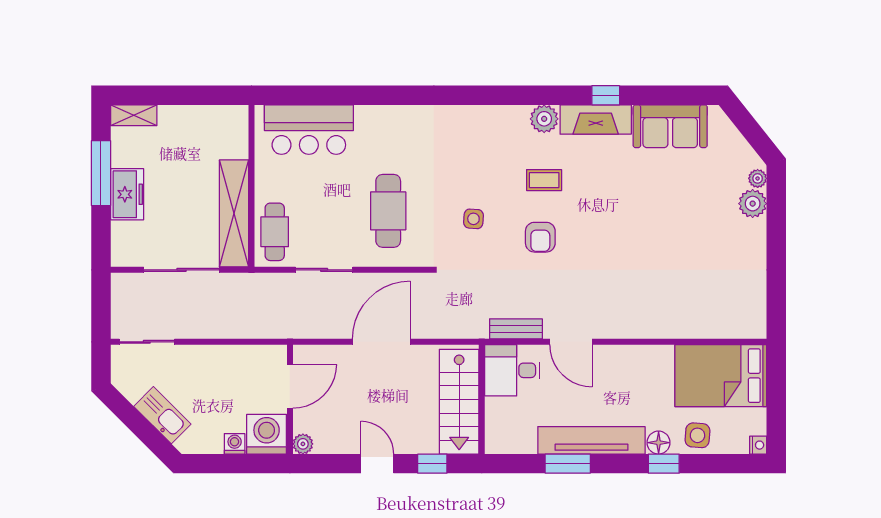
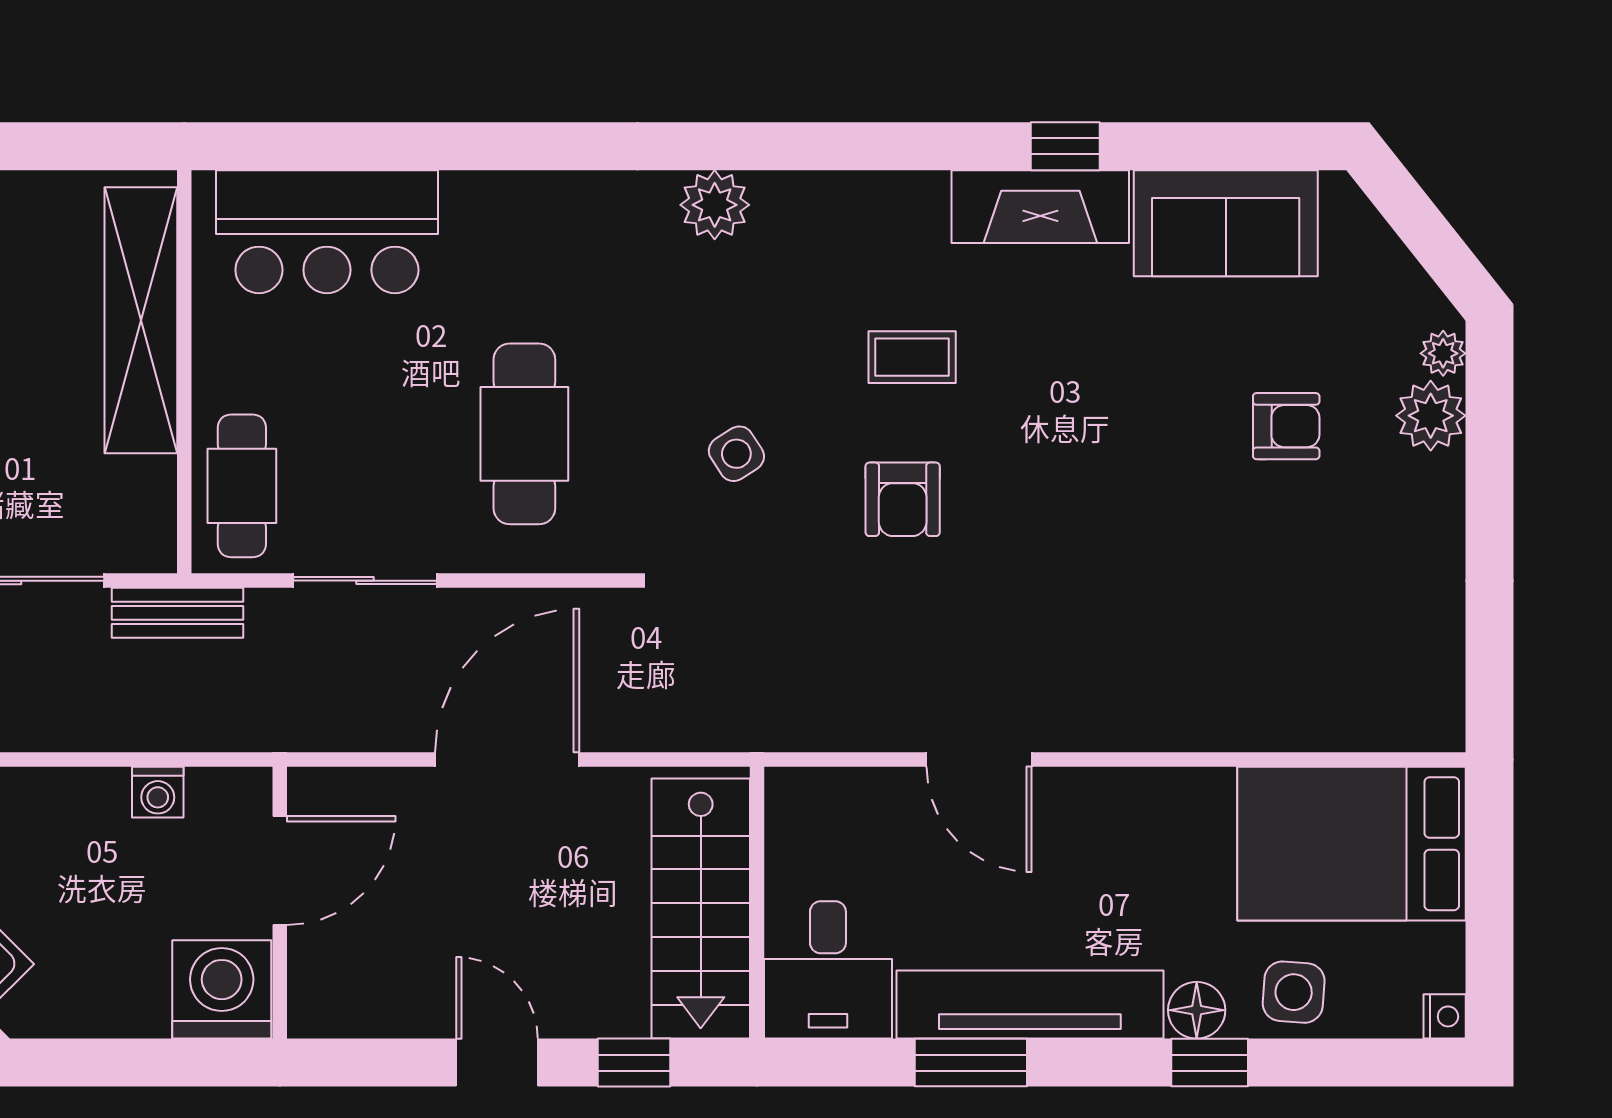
plant: (544, 119) -> (715, 205), moved
armchair: (694, 208) -> (1286, 426), added
shelving: (234, 213) -> (141, 320), moved
side table: (473, 219) -> (736, 454), turned -37
bench: (516, 329) -> (177, 613), moved
desk: (512, 370) -> (828, 970), moved, turned -90
washing machine: (235, 444) -> (158, 792), moved, turned 180
plant: (303, 444) -> (312, 1014), removed

